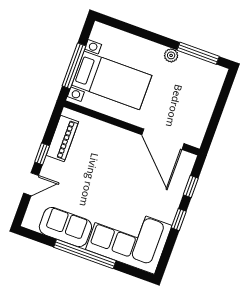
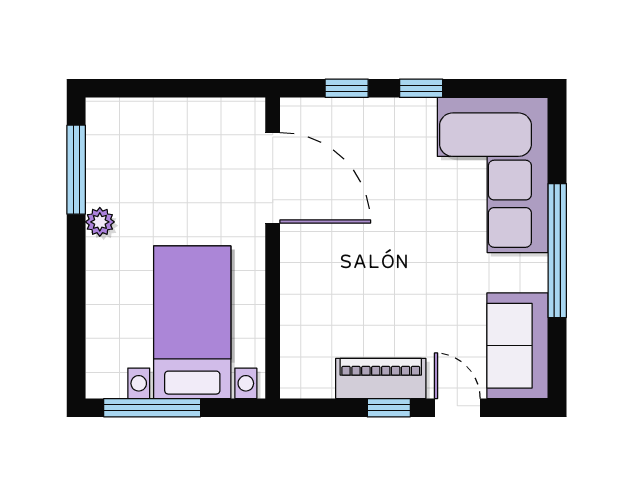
window: (74, 66) -> (152, 408), moved
piano: (62, 139) -> (381, 378), moved
door: (163, 139) -> (273, 178), hinge flipped
sofa: (65, 227) -> (517, 346), moved

